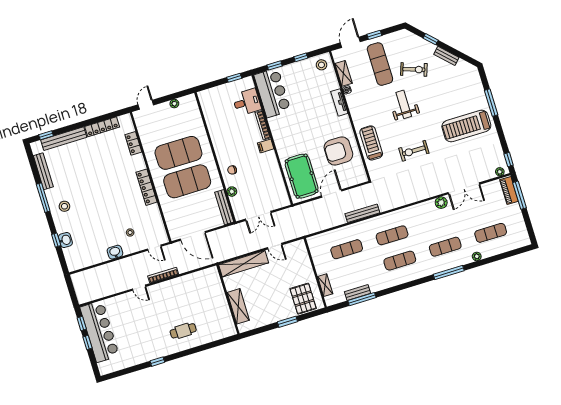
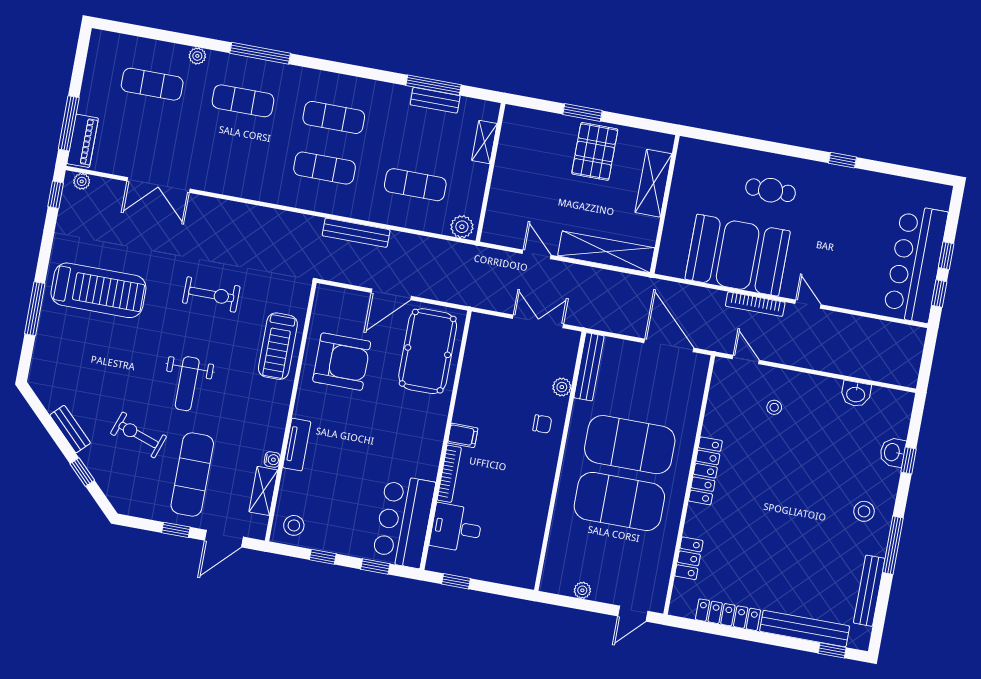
double door: (464, 188) -> (159, 185), swing flipped
plant: (441, 203) -> (462, 227), moved
washbasin: (115, 252) -> (856, 394), moved
booth: (183, 293) -> (738, 255), added
pallet: (303, 299) -> (595, 151), moved

